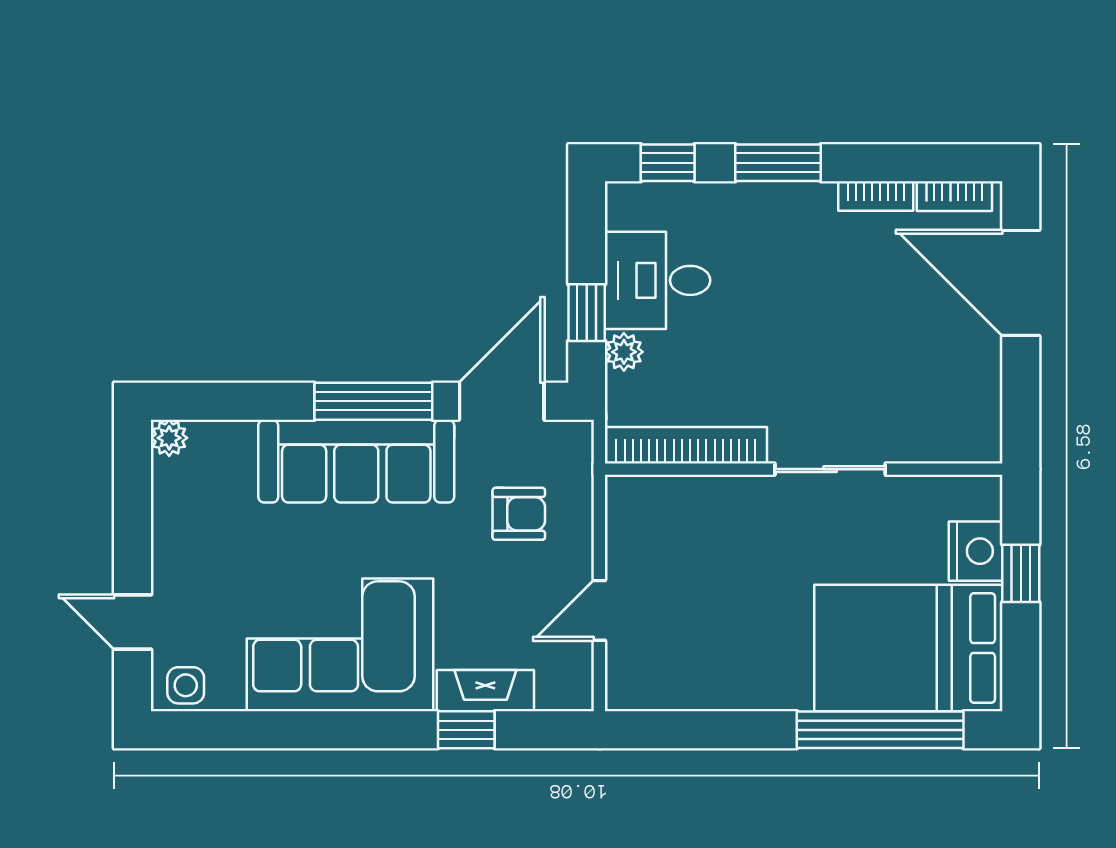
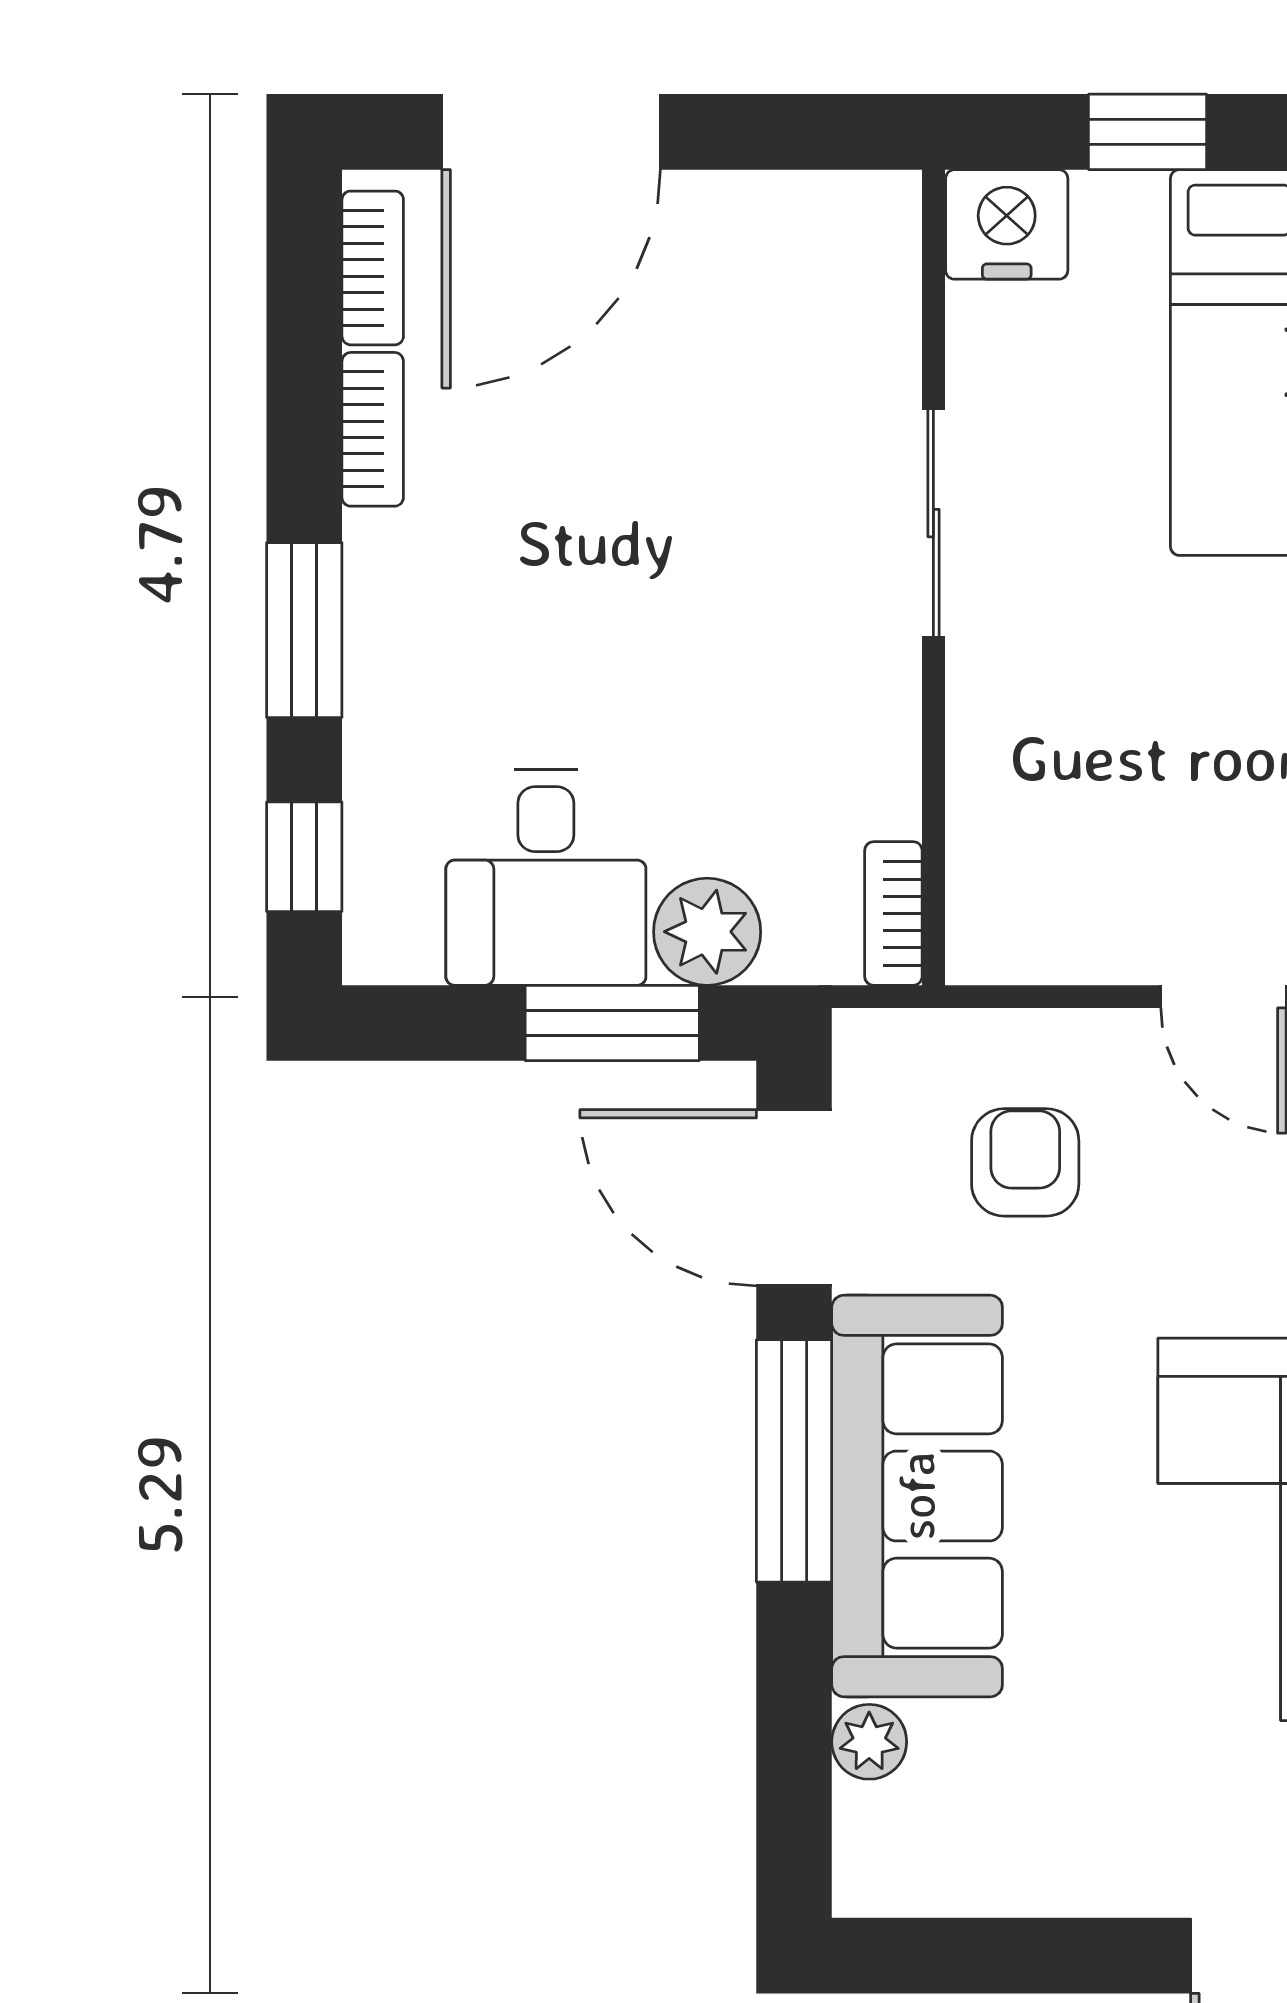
window: (587, 313) -> (612, 1023), width x1.50
plant: (624, 352) -> (707, 932), width x1.38, depth x1.38
plant: (169, 438) -> (869, 1742), moved
bookcase: (686, 445) -> (893, 914), width x0.43, depth x0.76
nightstand: (976, 551) -> (1007, 224), moved

